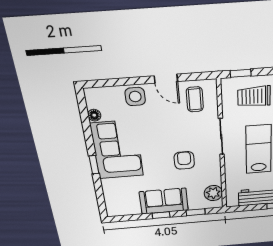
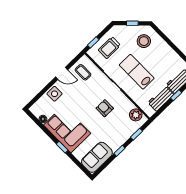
sofa: (164, 201) -> (97, 157), moved

